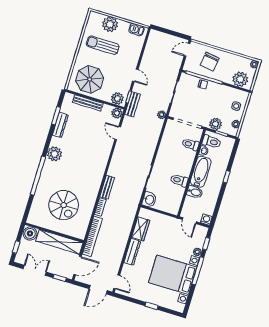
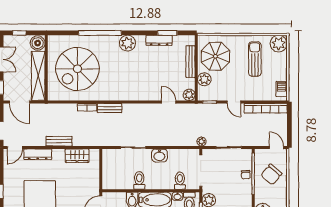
plant: (110, 24) -> (279, 44), moved
chair: (210, 62) -> (271, 174), turned -58
door: (135, 75) -> (234, 102), hinge flipped
plant: (117, 98) -> (204, 79), moved
bench: (133, 104) -> (59, 141), moved
door: (118, 133) -> (169, 102), hinge flipped
washbasin: (149, 200) -> (159, 155), moved
spiral stairs: (64, 205) -> (77, 69), width x1.37, depth x1.37
bookcase: (92, 236) -> (266, 108), moved
dresser: (132, 252) -> (38, 154), moved

